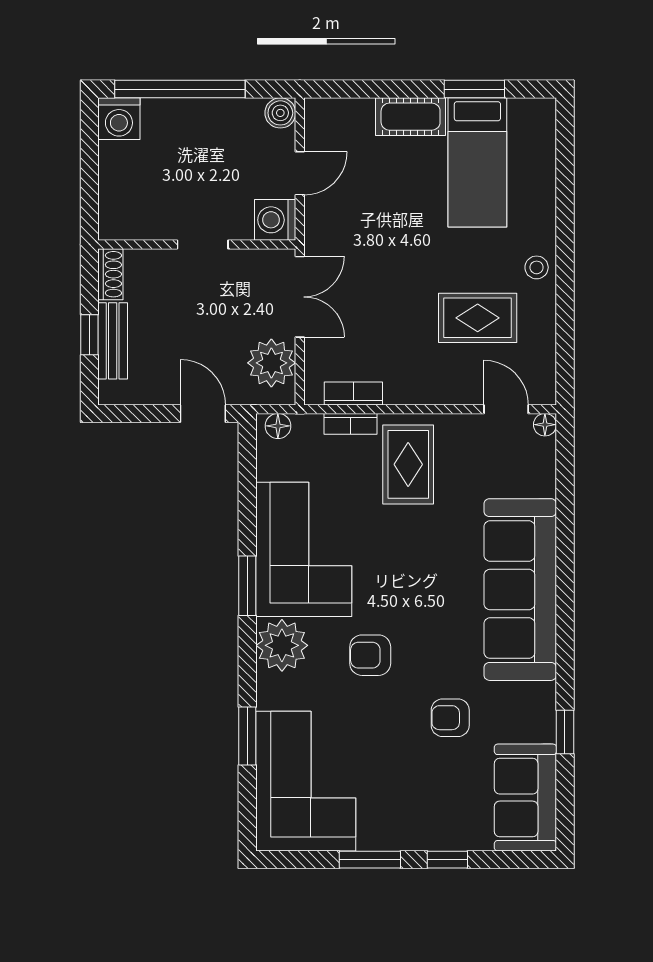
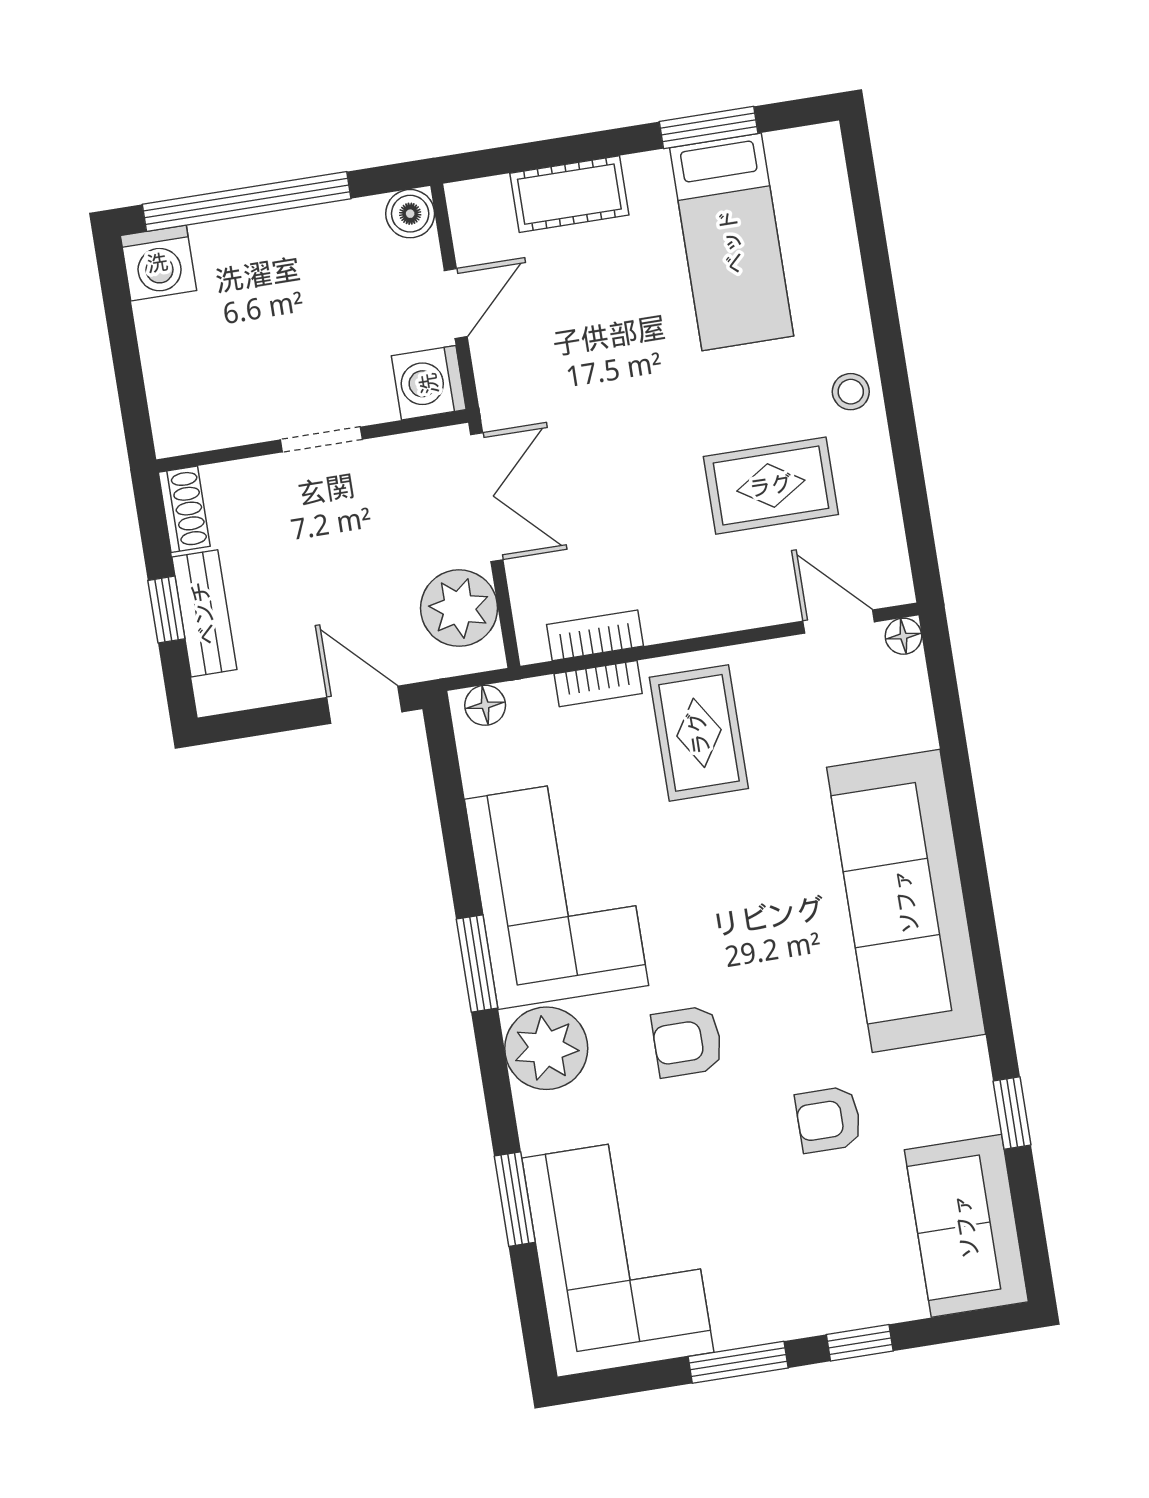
cot: (411, 117) -> (569, 194), moved

